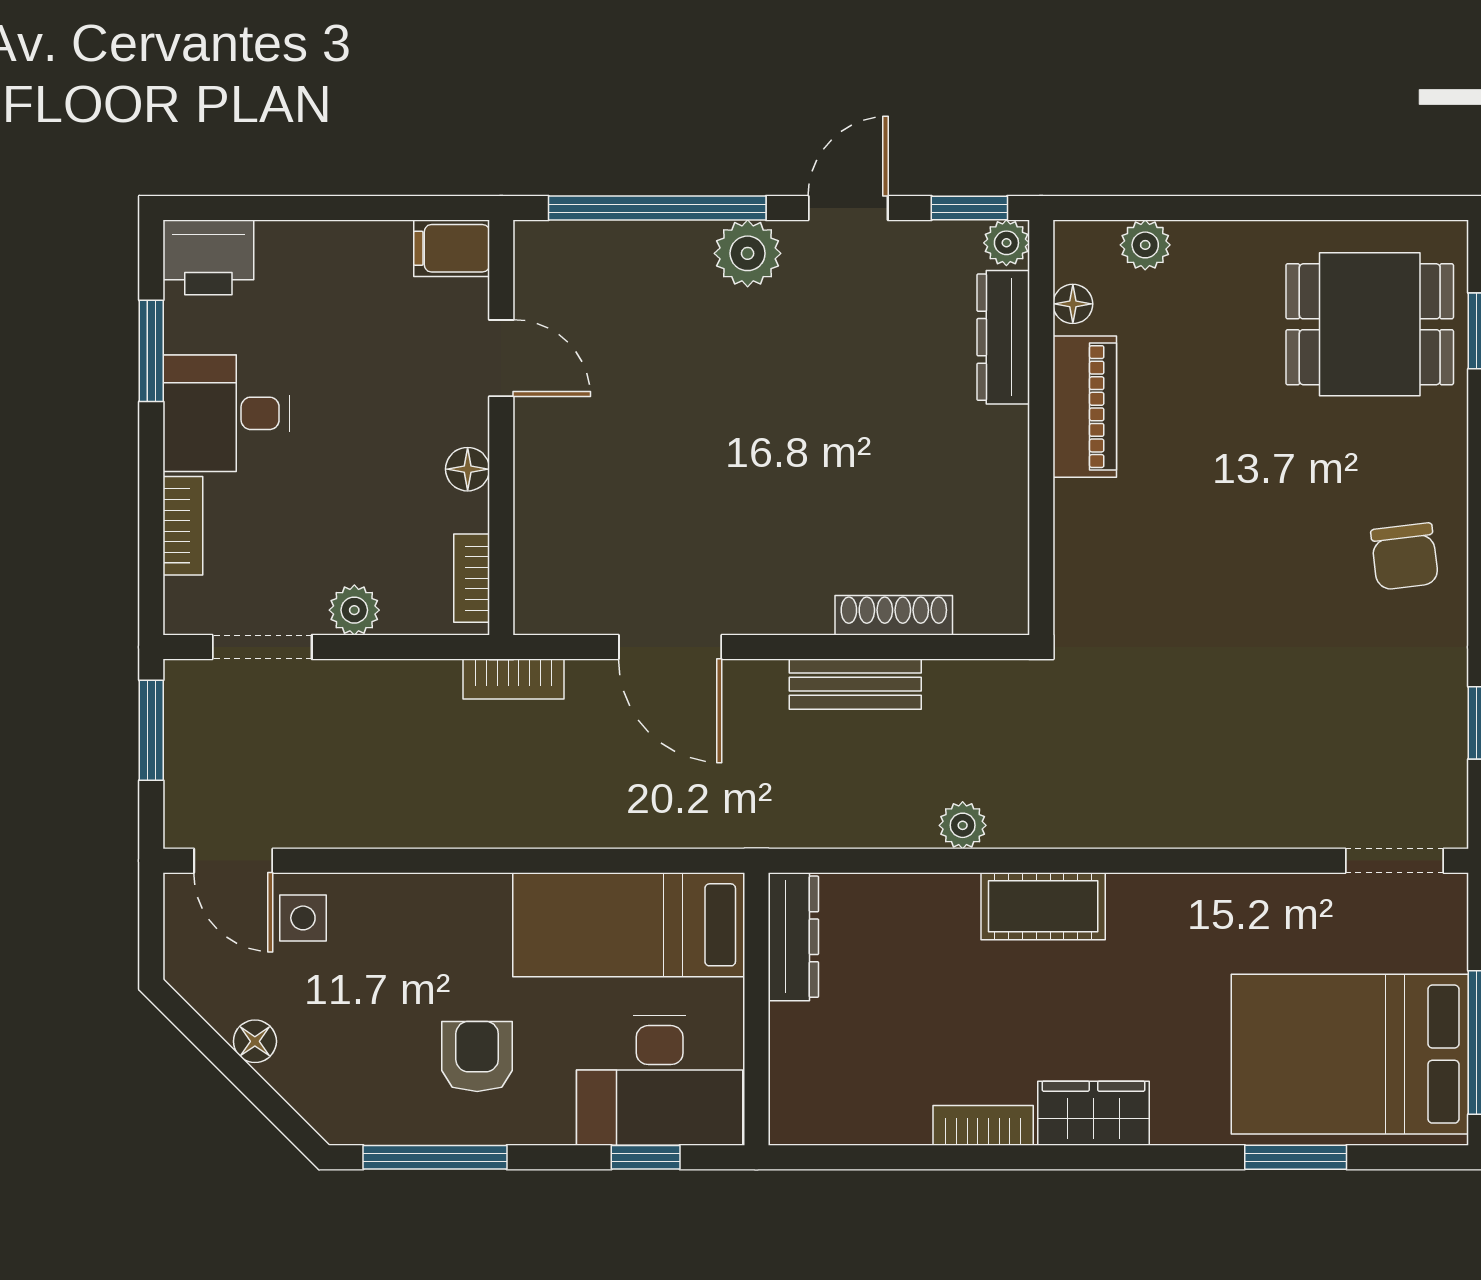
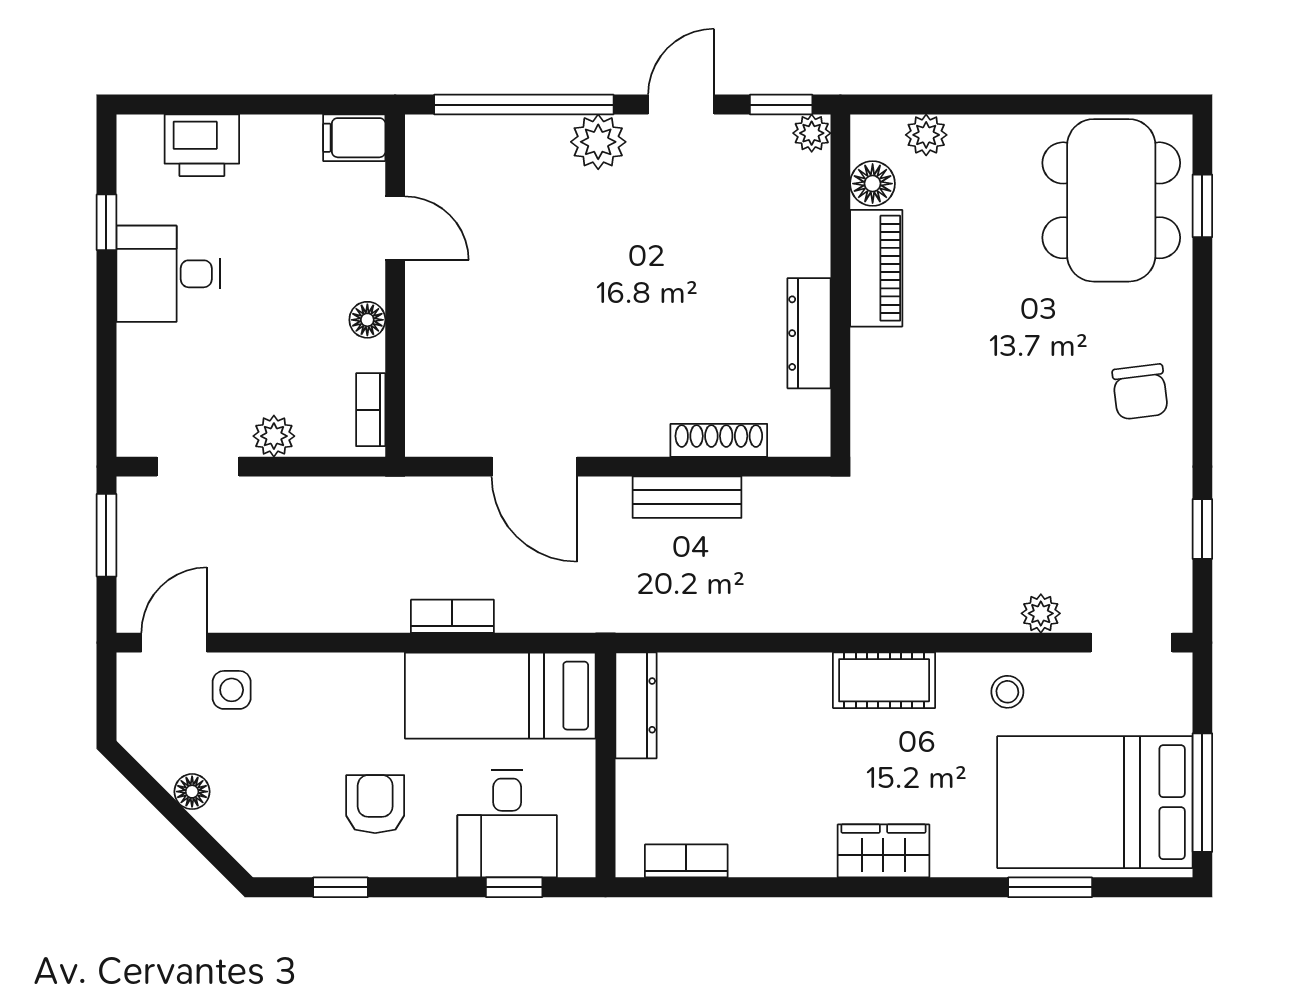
printer: (208, 257) -> (202, 145), moved
floor lamp: (1073, 304) -> (873, 184), width x1.37, depth x1.37
dining table: (1370, 324) -> (1111, 200), width x1.37
dresser: (1003, 337) -> (809, 333), moved
window: (151, 351) -> (106, 222), width x0.67
bookcase: (183, 526) -> (133, 366), removed
bookcase: (514, 679) -> (452, 616), moved, turned 180
plant: (963, 825) -> (1041, 613), moved
door: (233, 861) -> (174, 643), swing flipped
cot: (1043, 906) -> (884, 680), moved
stool: (1244, 920) -> (1007, 692), added
desk: (660, 1080) -> (507, 824), width x0.73
bookcase: (983, 1125) -> (686, 861), moved
window: (435, 1157) -> (340, 887), width x0.46

